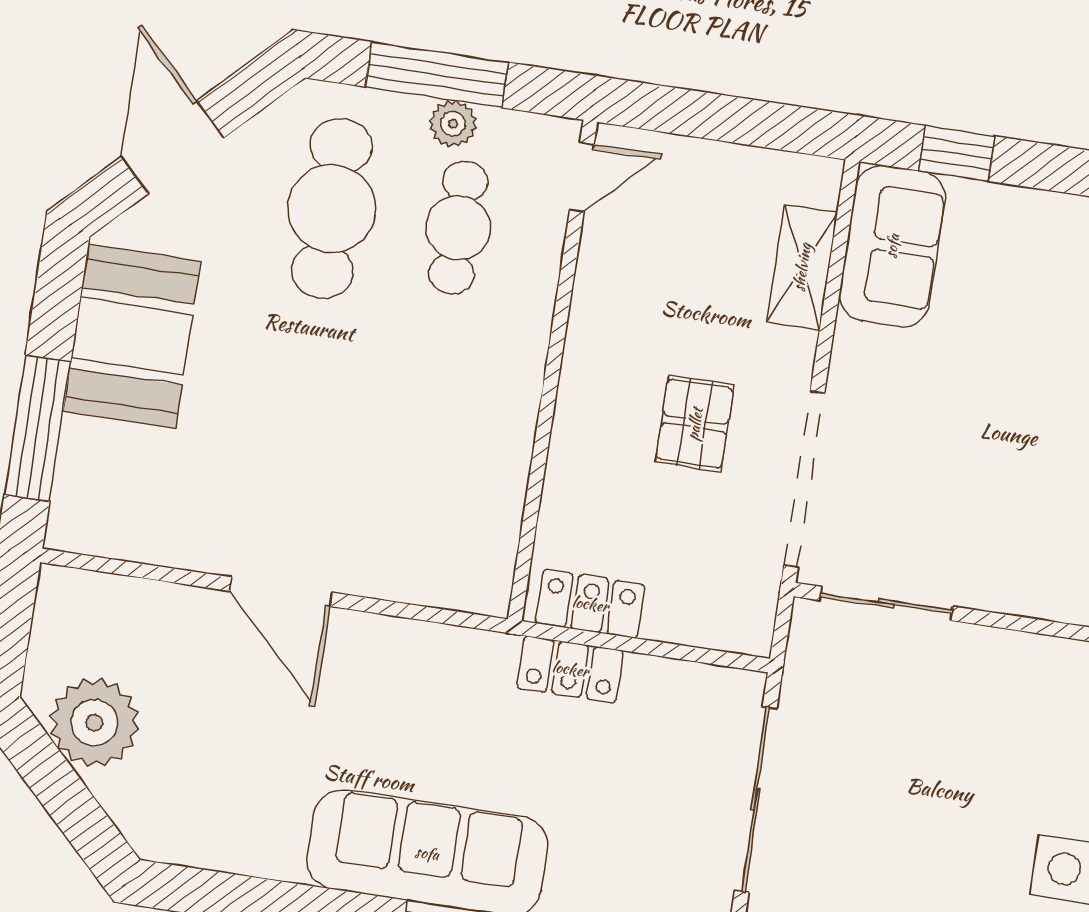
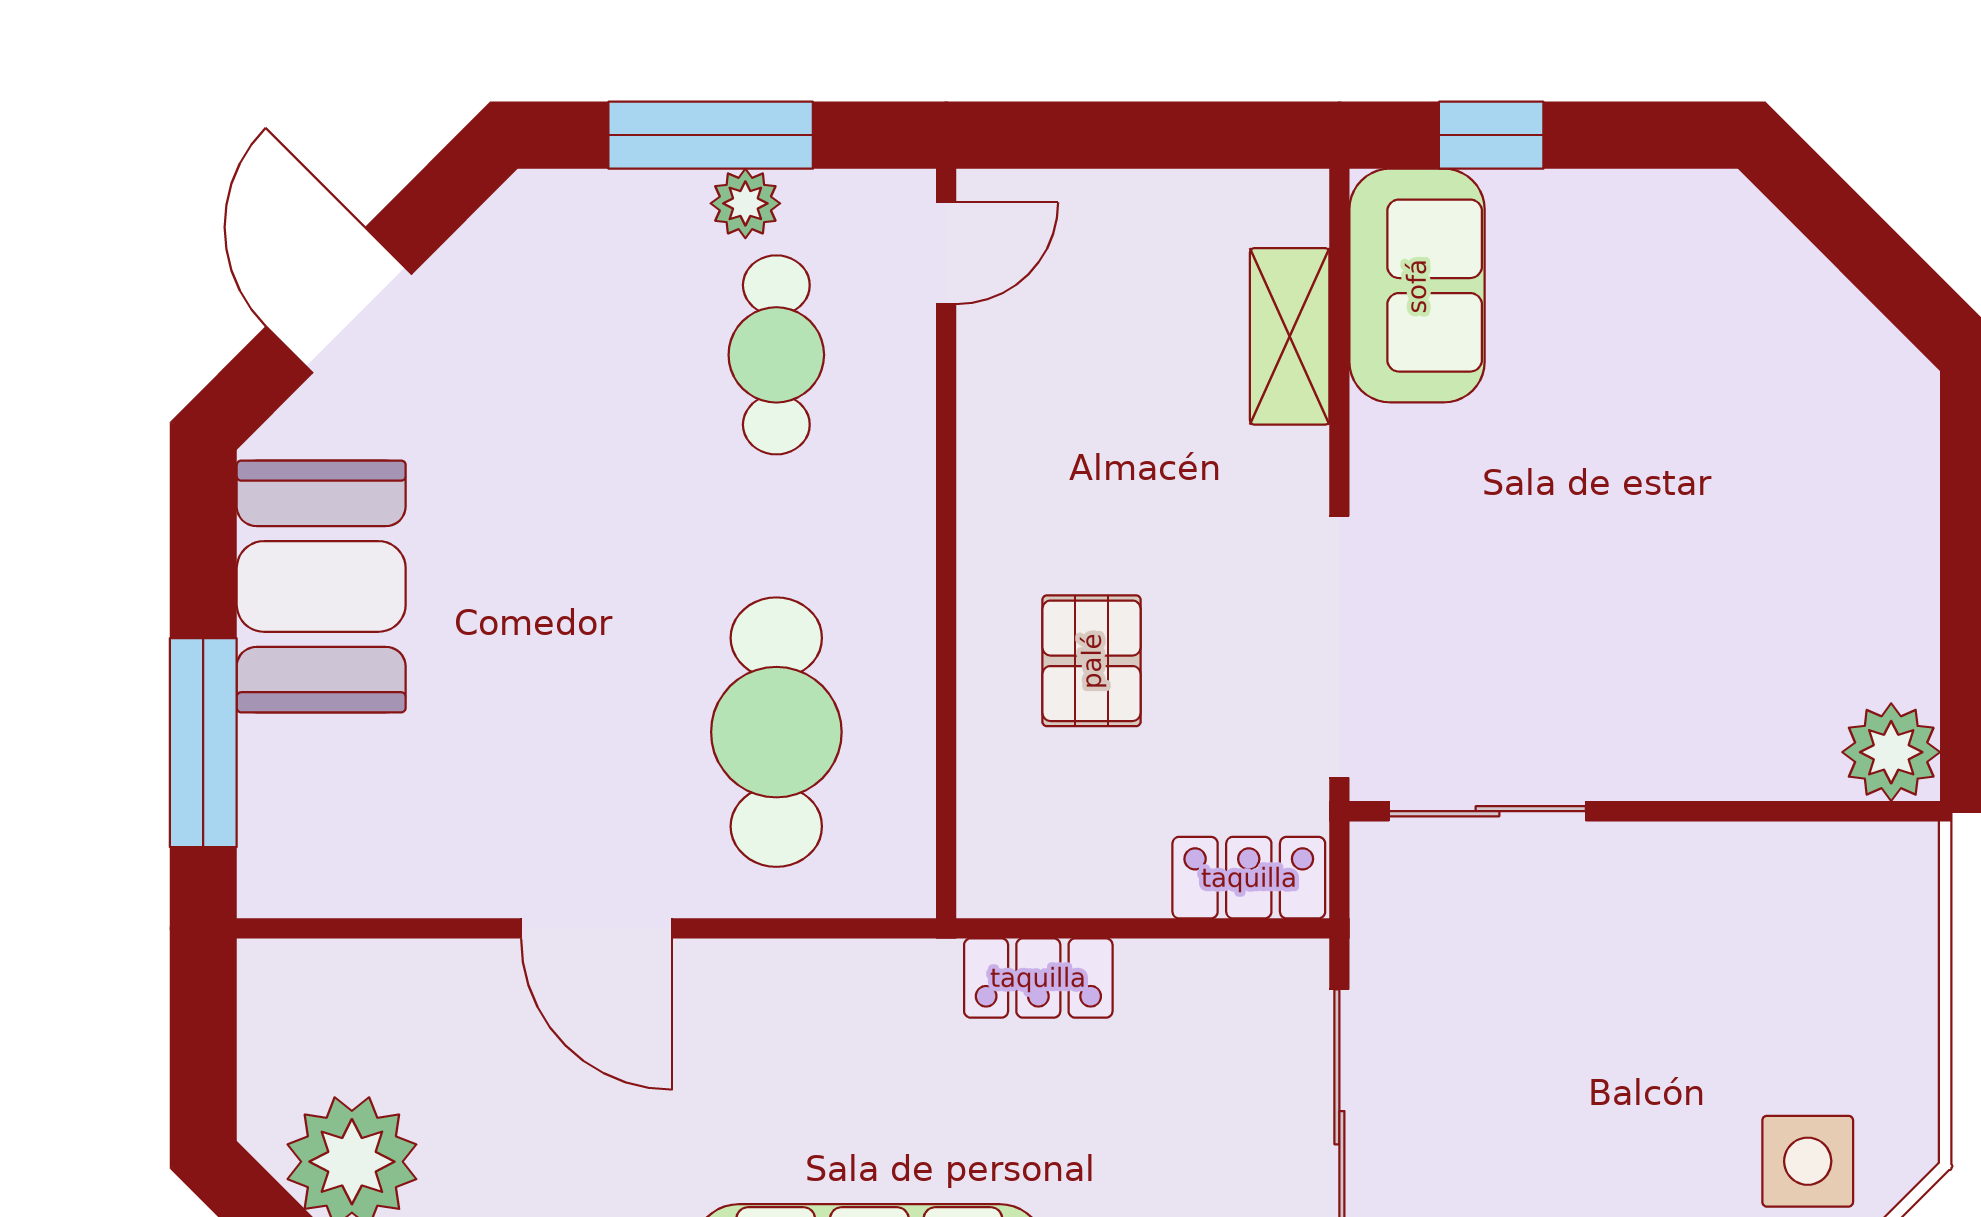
cafe table: (332, 209) -> (776, 732), moved
pallet: (695, 424) -> (1092, 661), moved
locker: (590, 604) -> (1249, 878), moved

